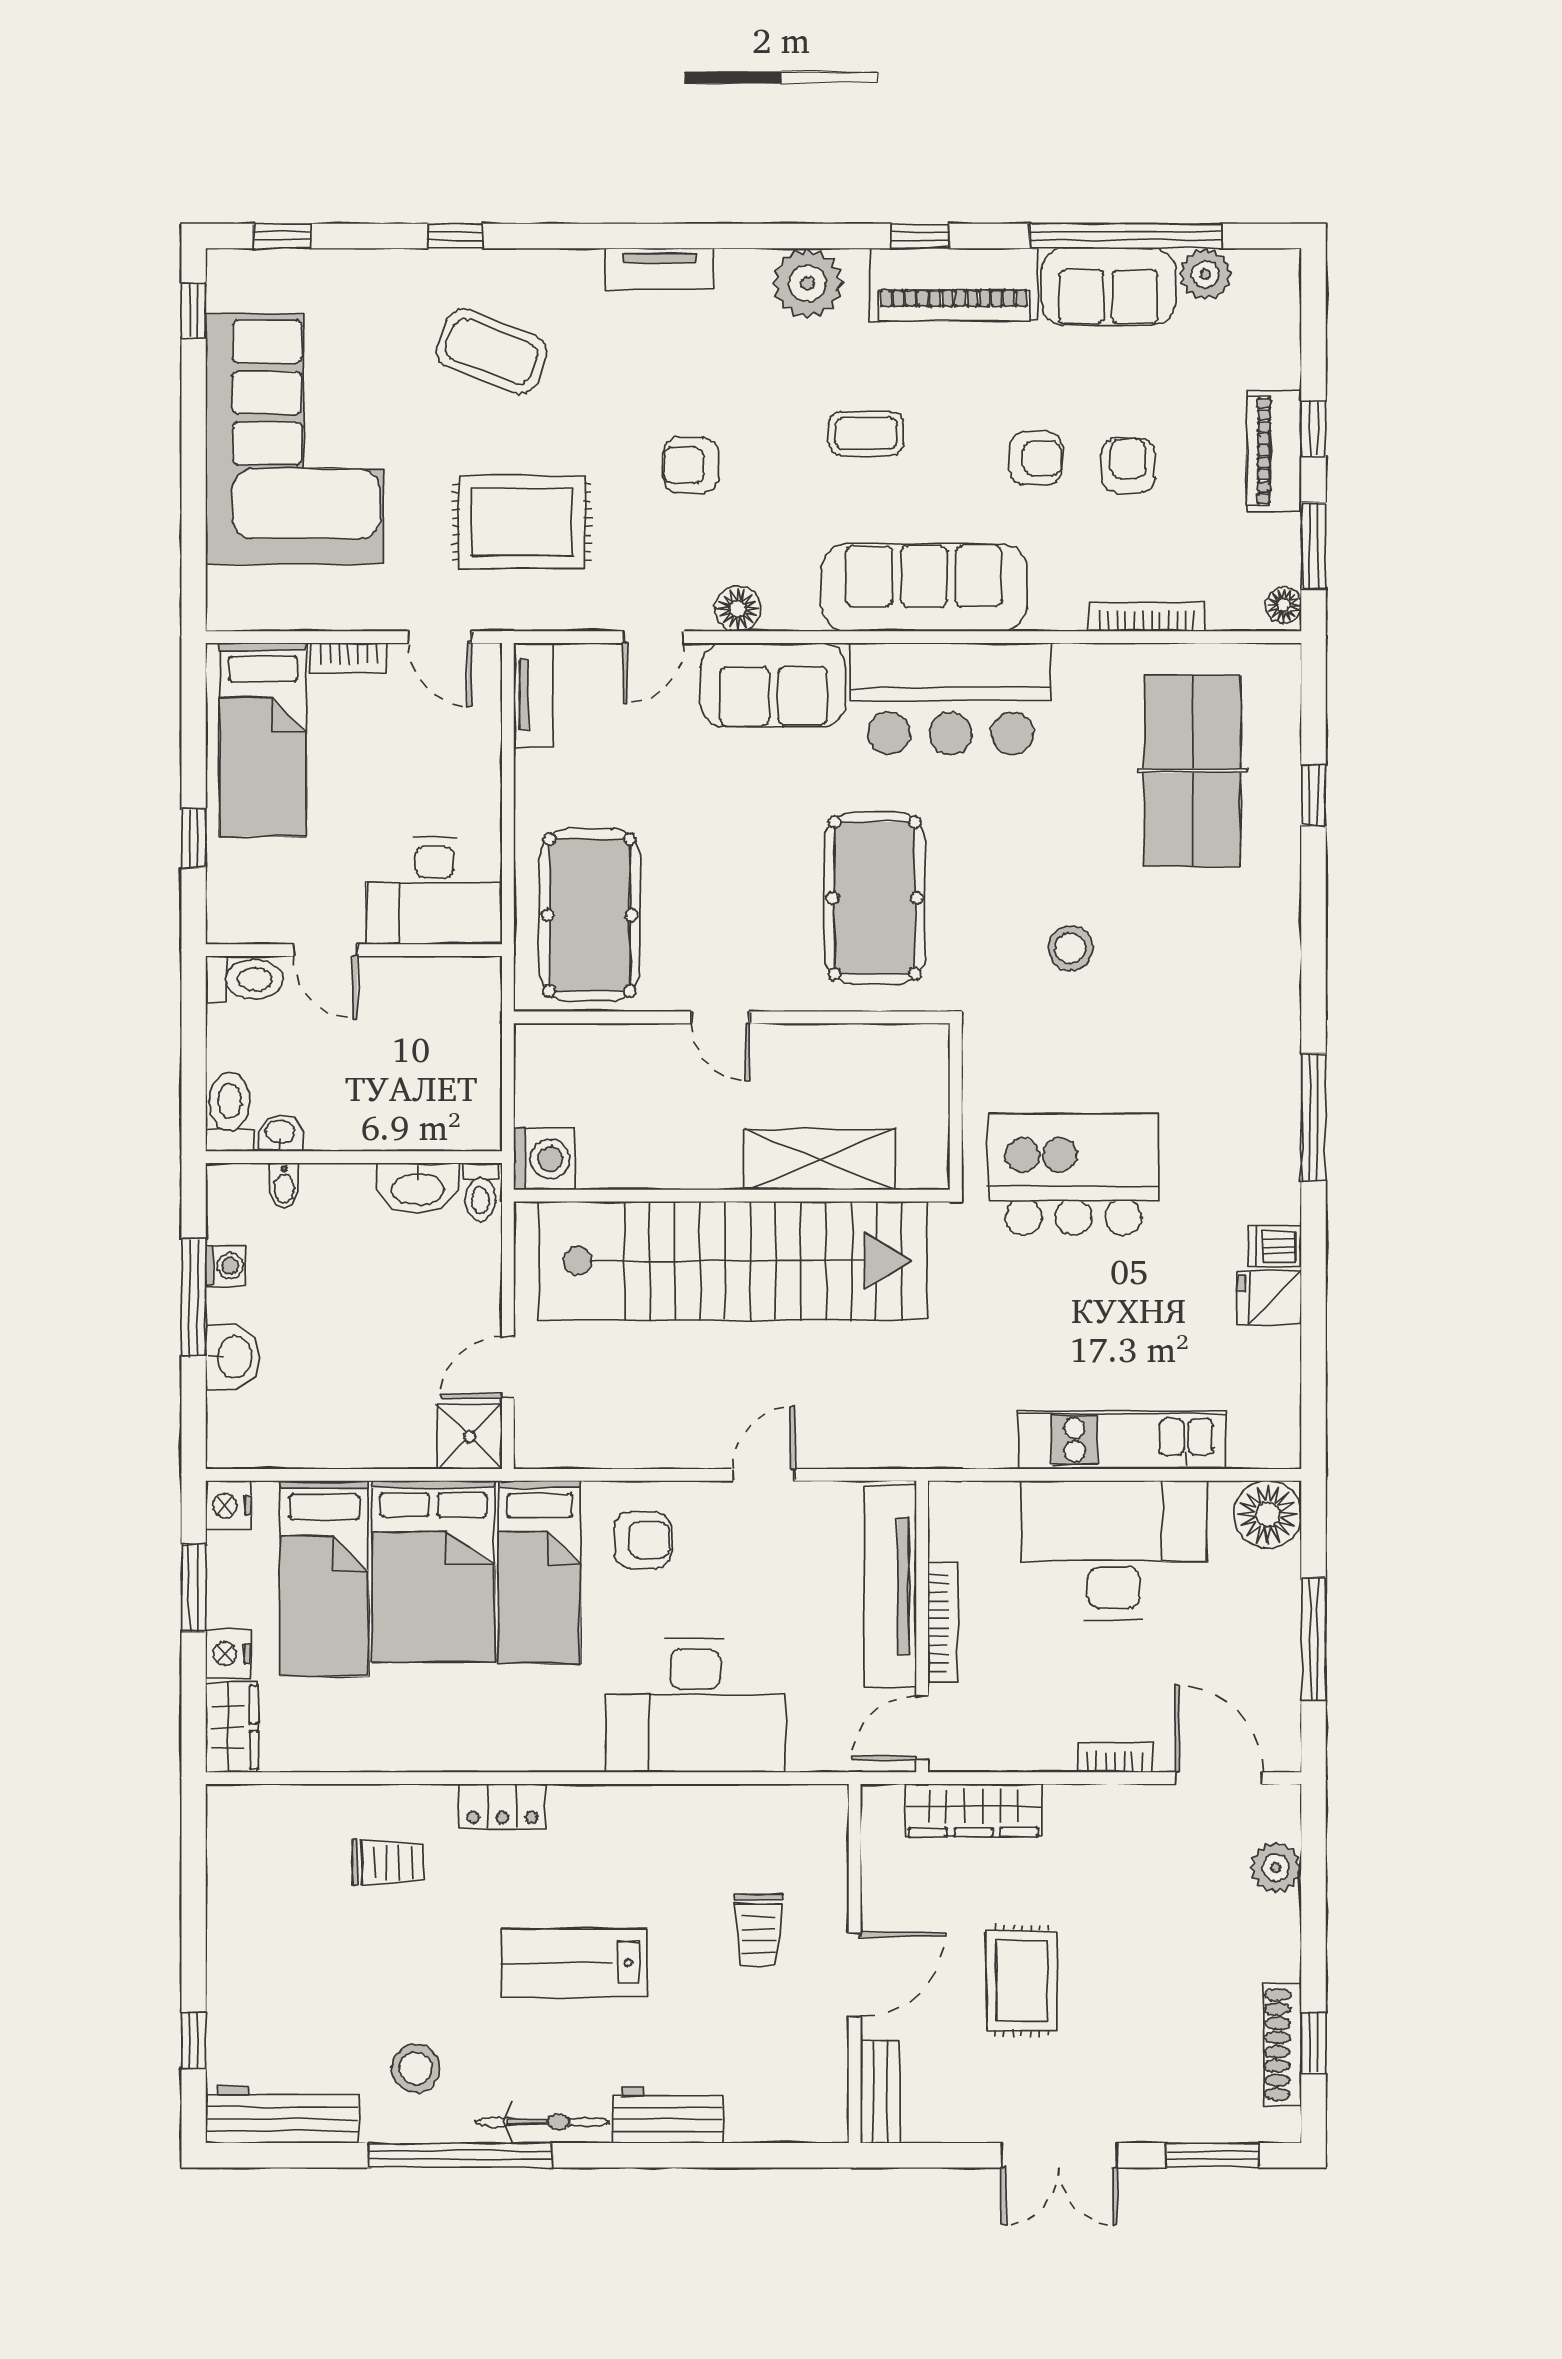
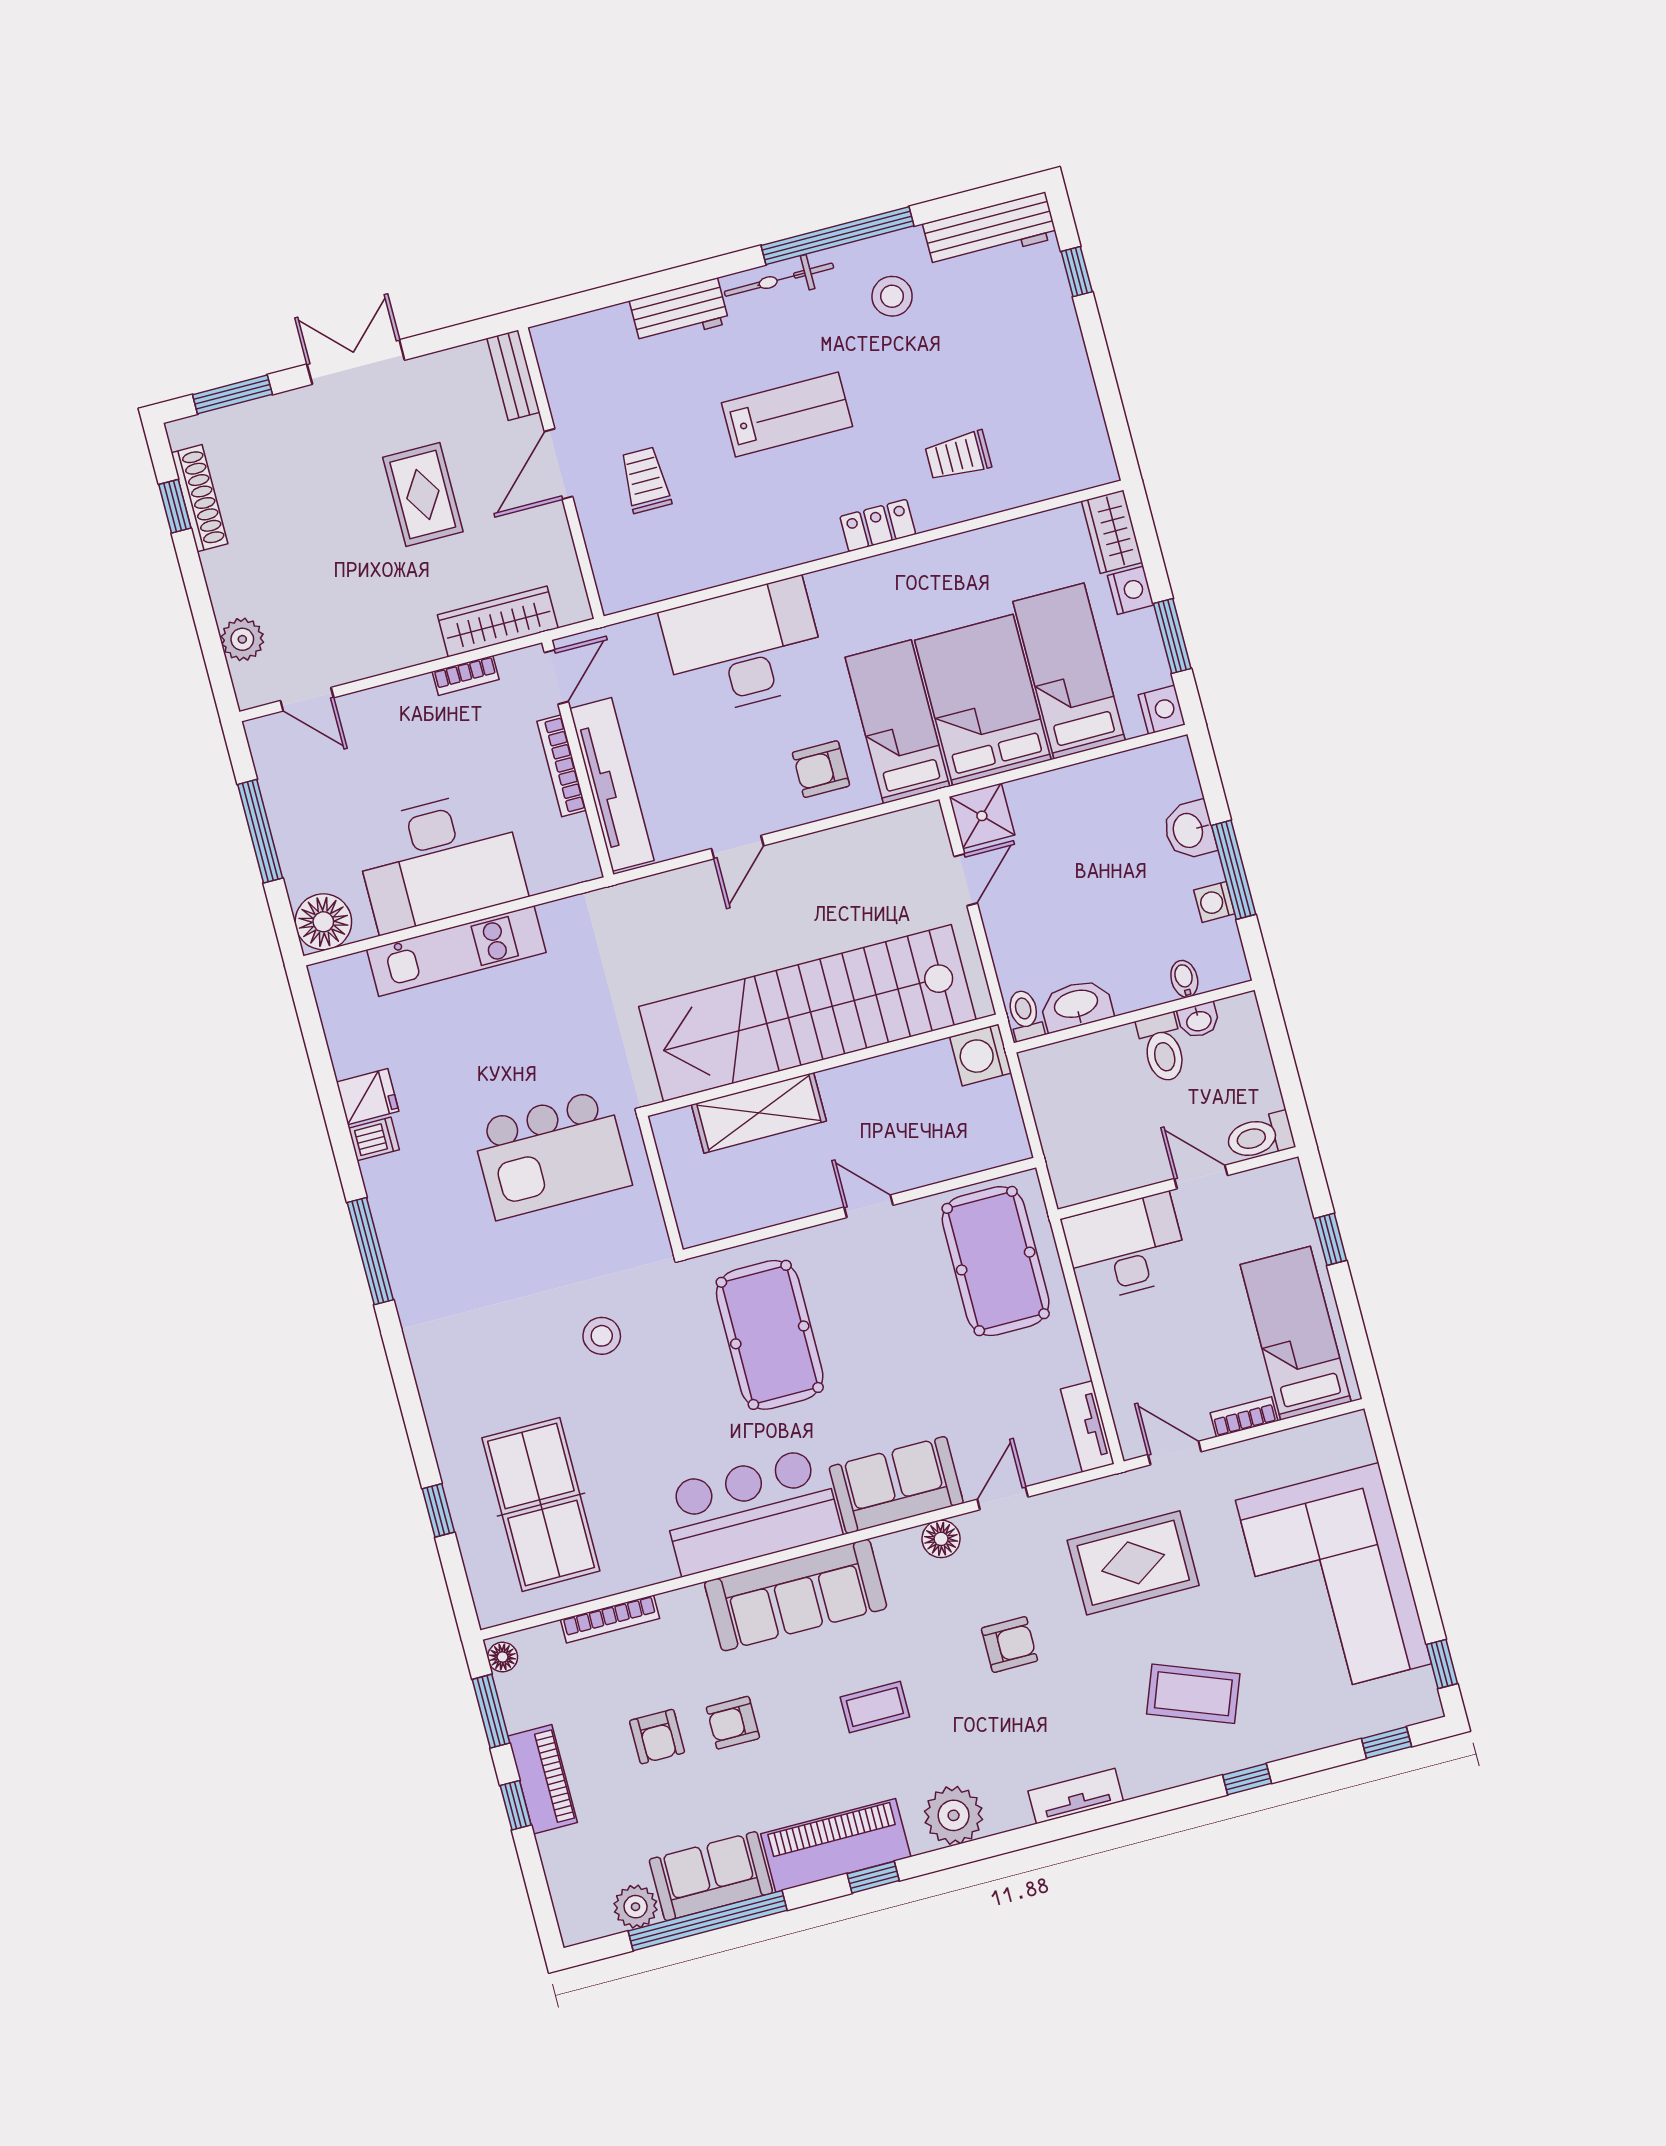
toilet: (230, 1112) -> (1162, 1048), moved
bookcase: (1114, 1757) -> (466, 675), moved
door: (1219, 1778) -> (307, 699), width x0.73

